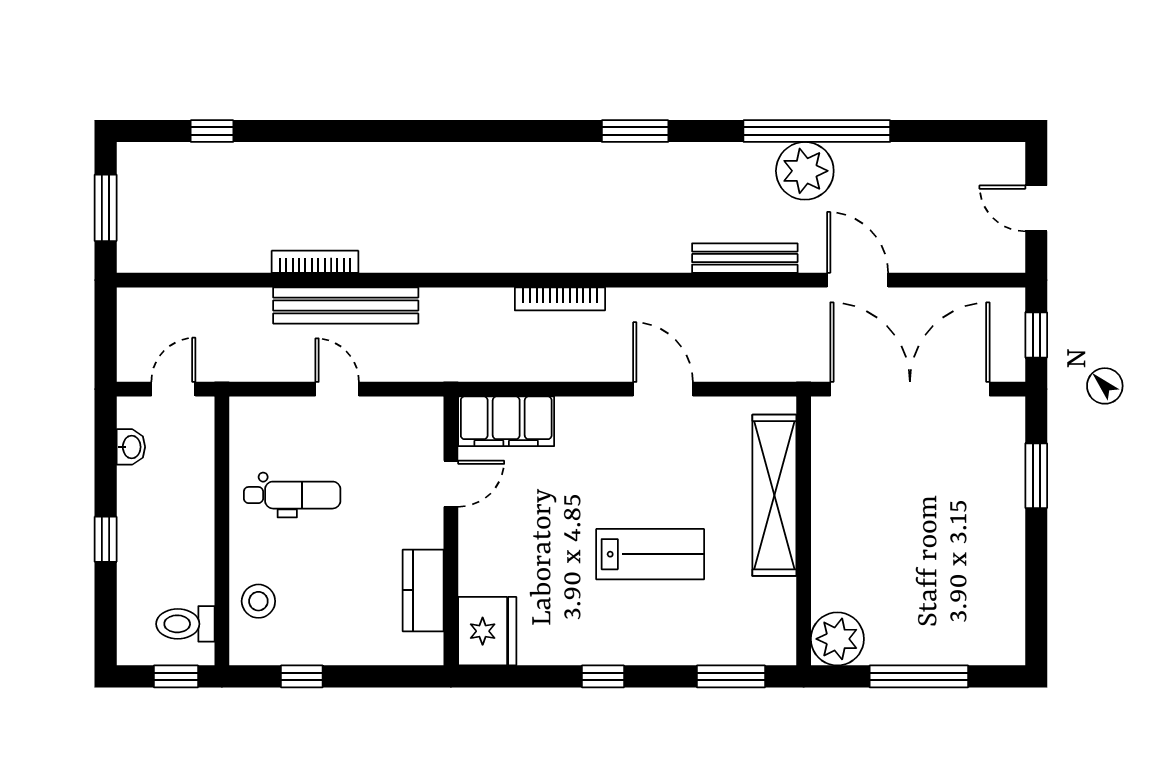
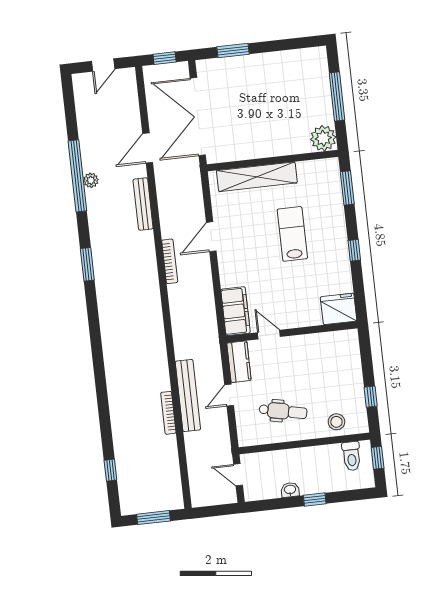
plant: (805, 171) -> (91, 180), width x0.53, depth x0.53
bookcase: (560, 299) -> (170, 261), moved
washbasin: (131, 447) -> (290, 490), moved
dental chair: (292, 495) -> (283, 411), turned 102
kitchen counter: (423, 590) -> (239, 362), moved, turned -90

